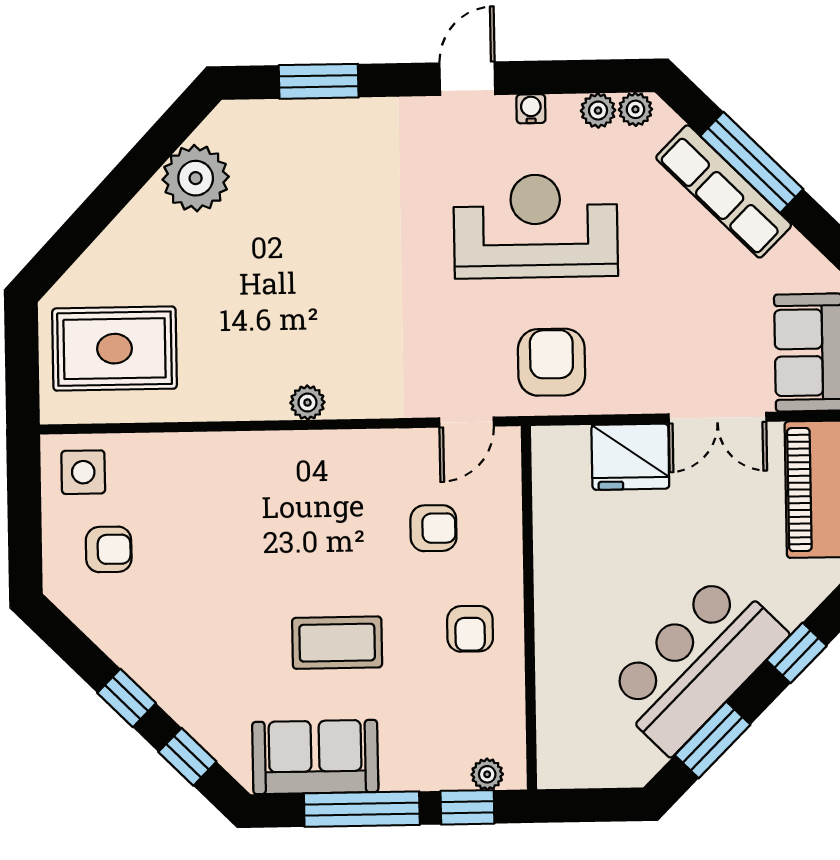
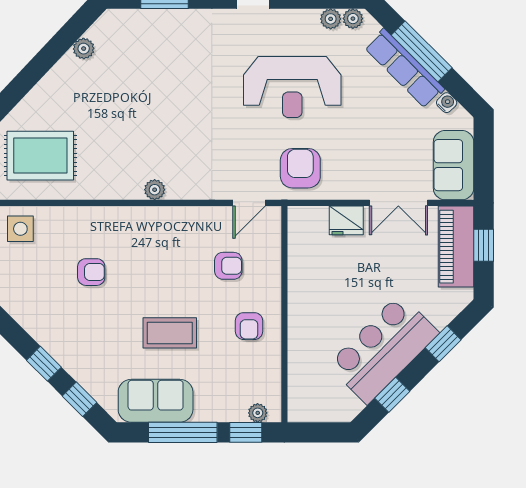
water cooler: (531, 109) -> (447, 103), moved, turned 45
plant: (196, 178) -> (84, 49), width x0.53, depth x0.53
reception desk: (536, 226) -> (292, 87), turned 180
fridge: (630, 457) -> (346, 220), width x0.73, depth x0.75
armchair: (109, 549) -> (91, 272), moved
window: (713, 740) -> (392, 395), width x0.67

